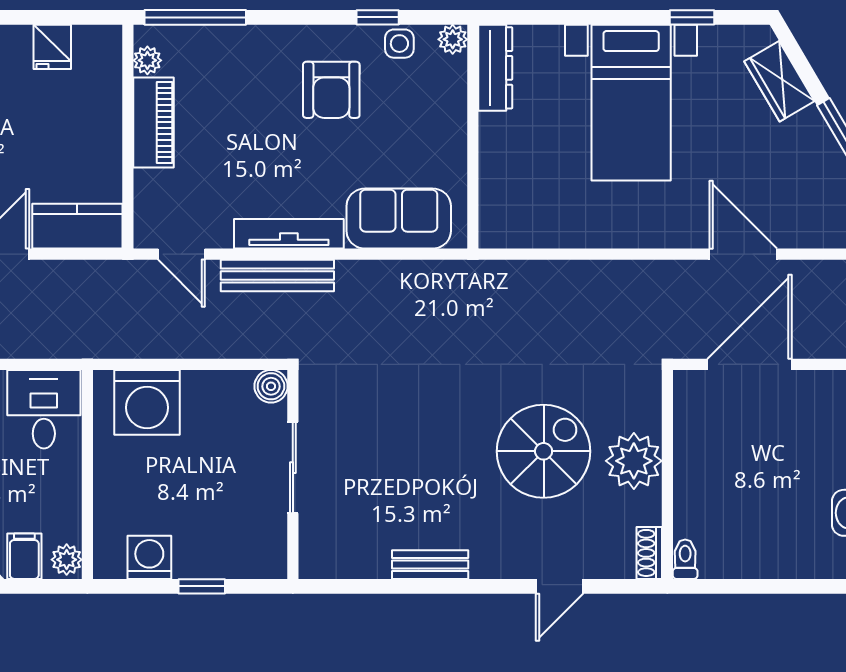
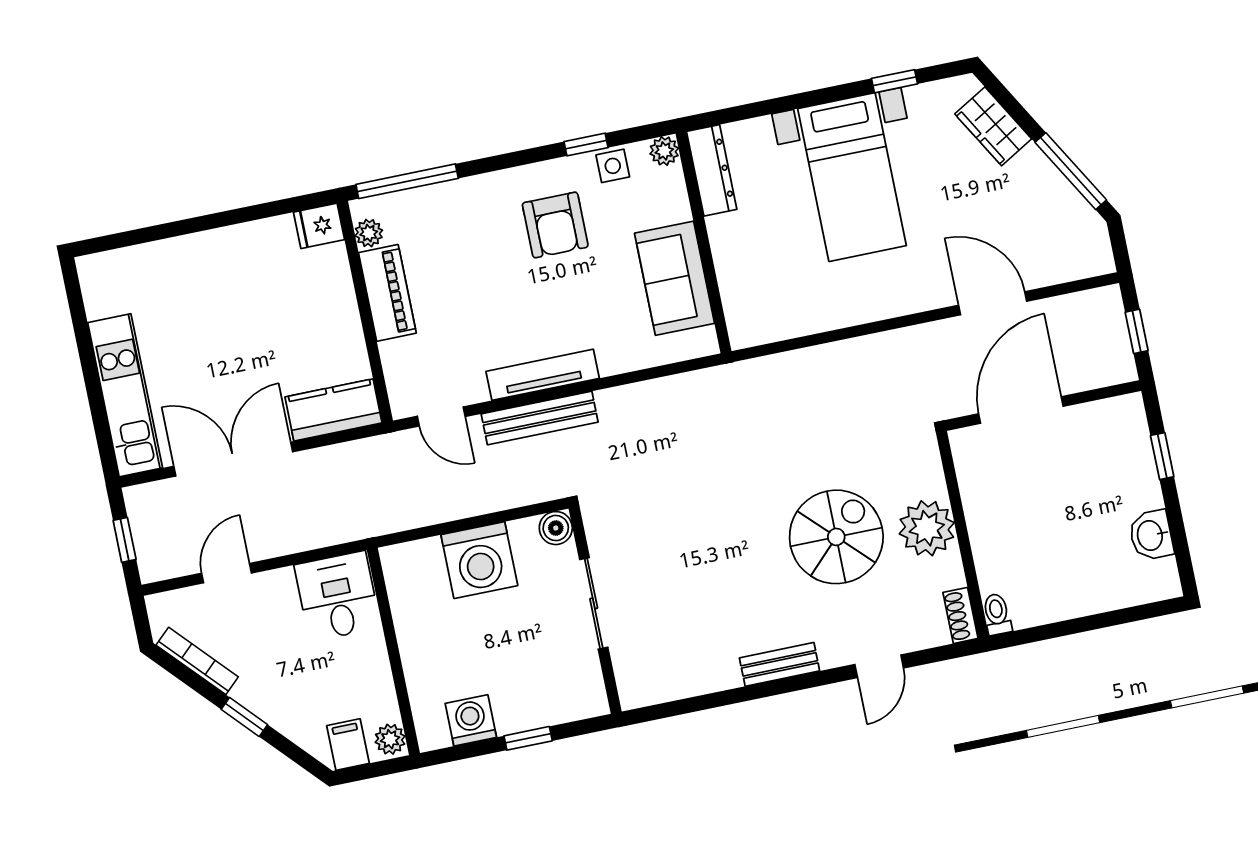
fridge: (52, 47) -> (319, 226), moved, turned 90
sofa: (399, 219) -> (674, 278), moved, turned -90
washing machine: (147, 402) -> (479, 560), moved
bench: (430, 565) -> (780, 664), moved

